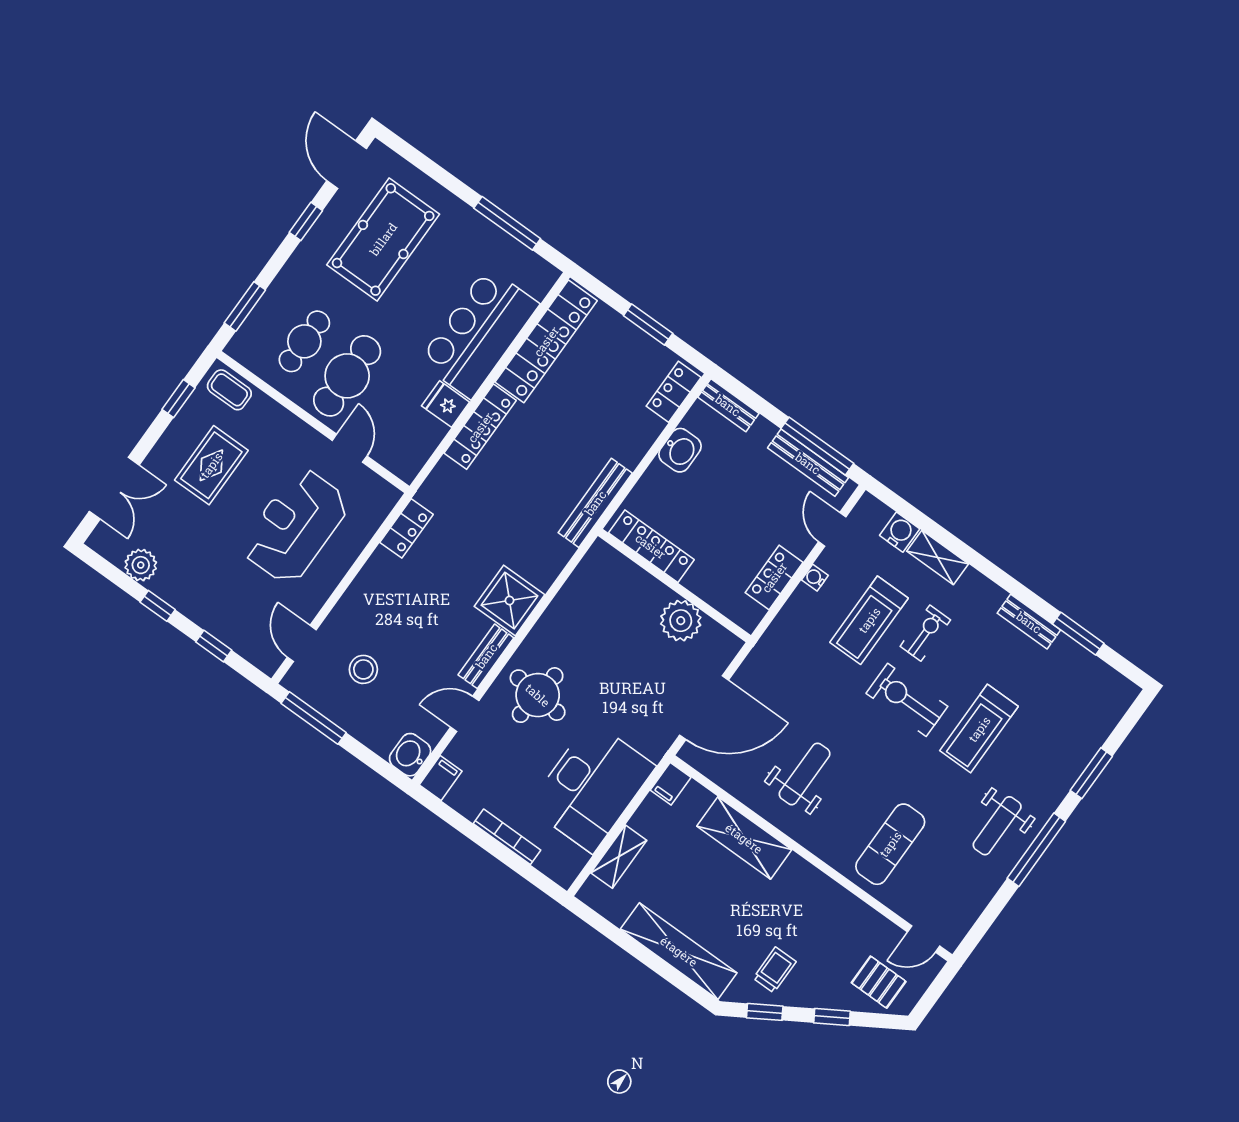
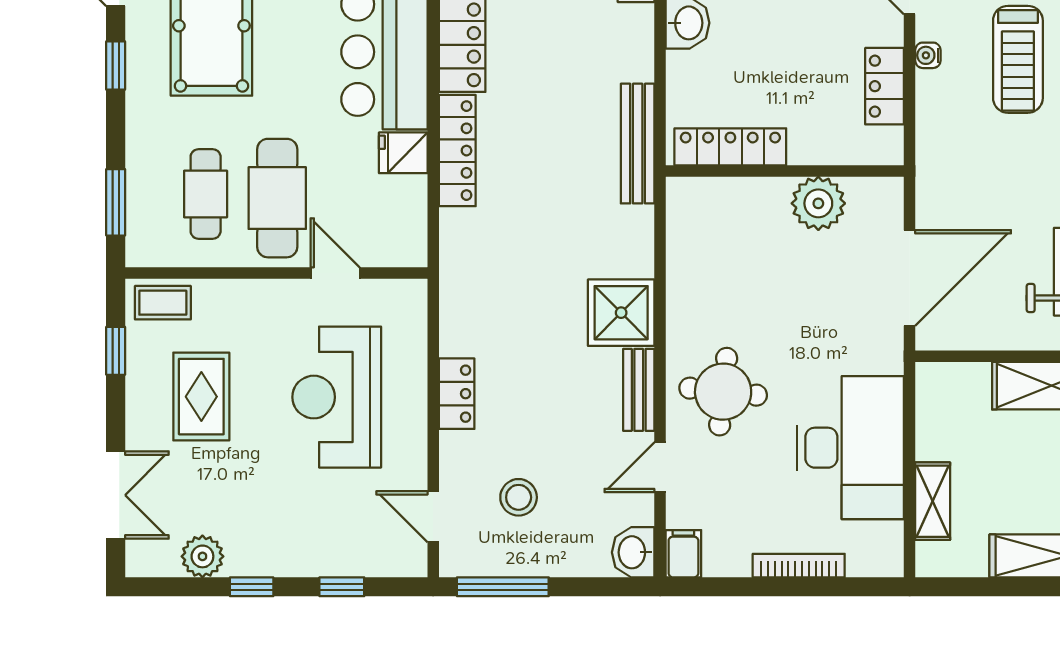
locker: (406, 528) -> (457, 394), moved
filing cabinet: (671, 784) -> (932, 384), removed

